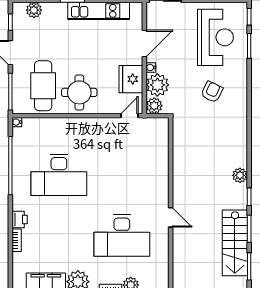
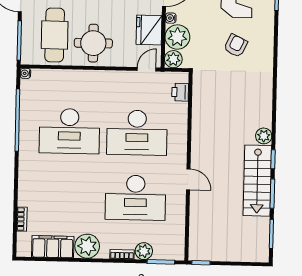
desk: (122, 175) -> (137, 133), added
printer: (20, 219) -> (180, 92), moved, turned 180
bookcase: (17, 240) -> (22, 219), moved
stairs: (235, 243) -> (257, 181), moved

